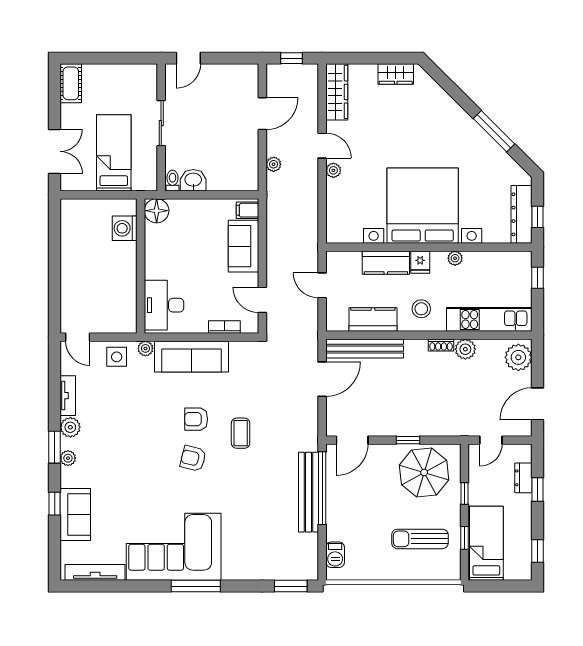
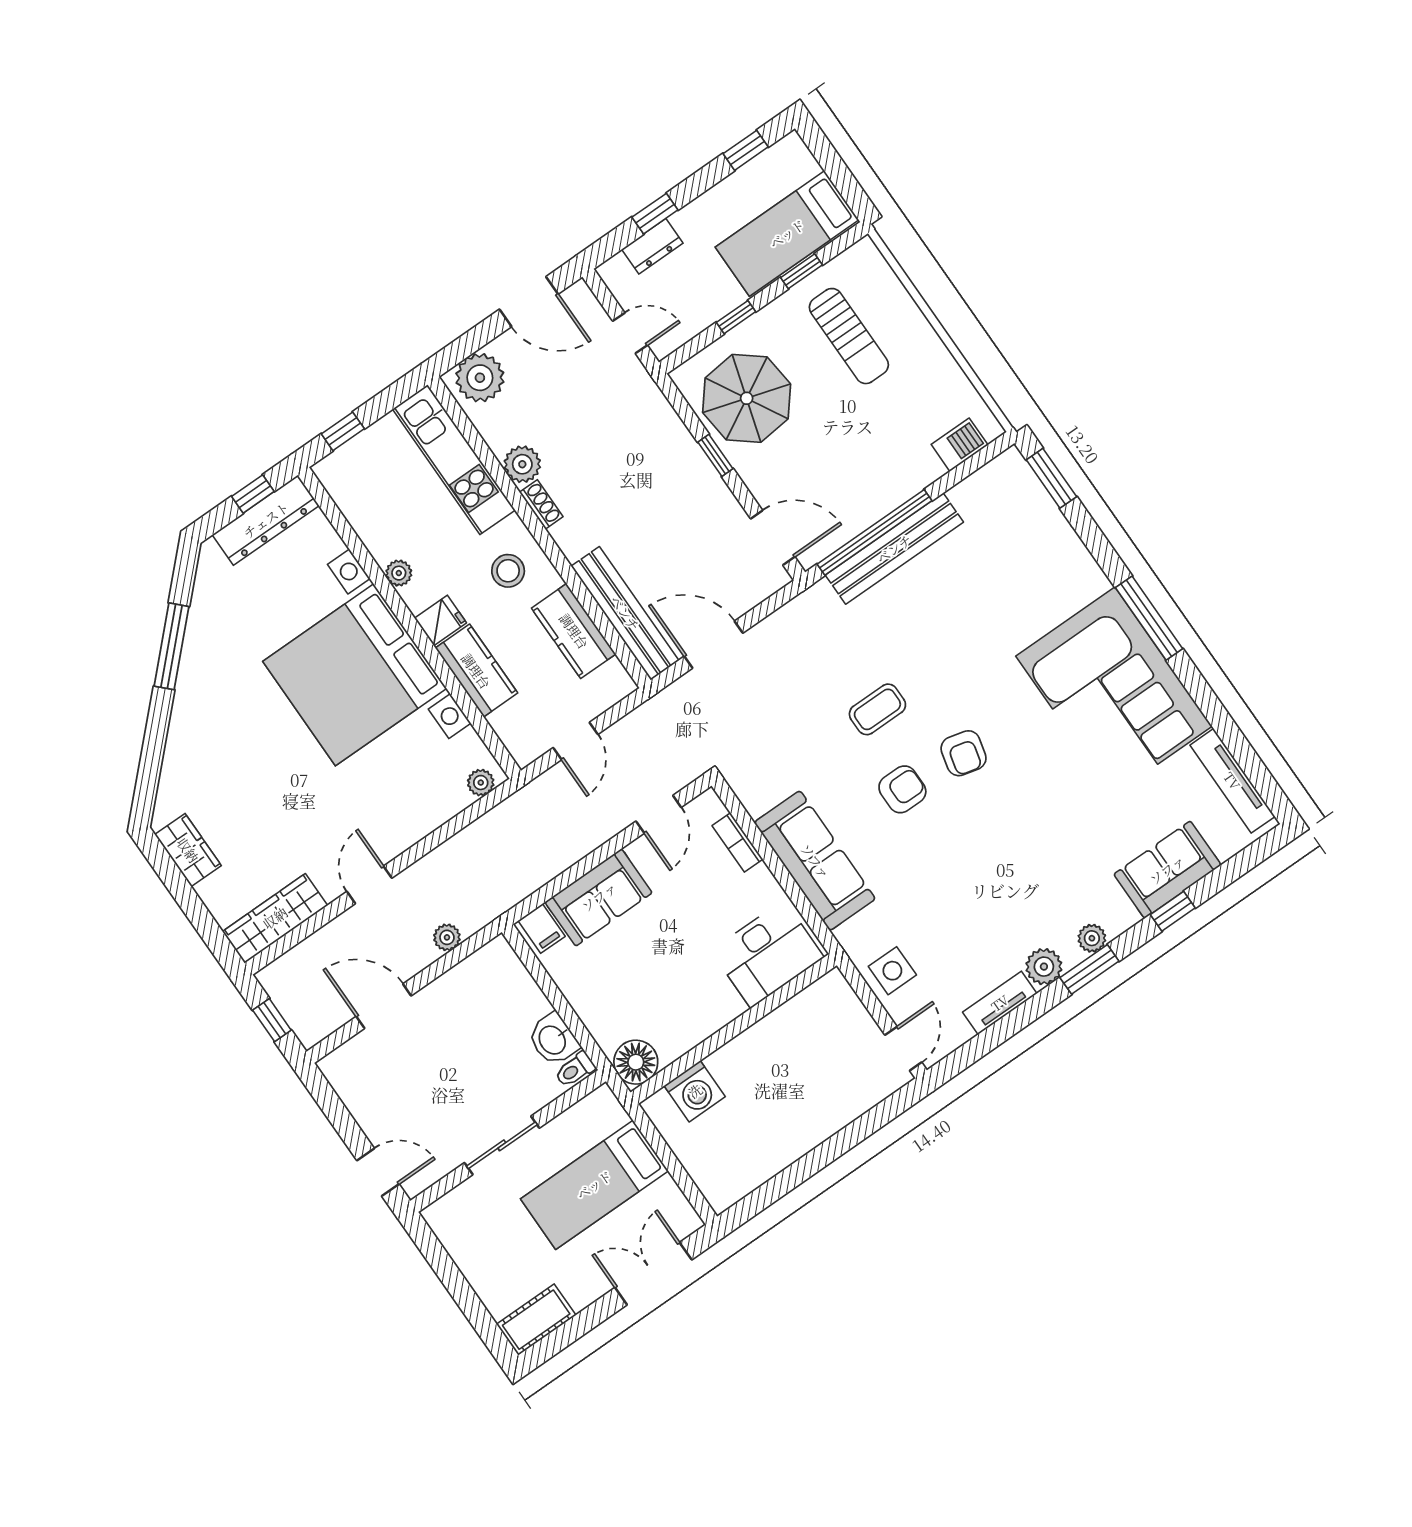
plant: (333, 170) -> (481, 783), moved
plant: (145, 348) -> (850, 937), removed
armchair: (196, 419) -> (902, 789), turned -90

